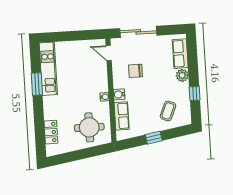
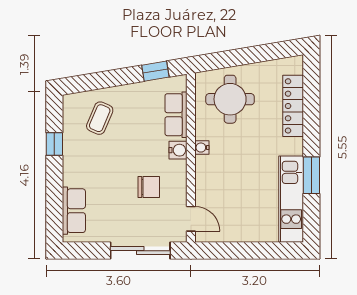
plant: (182, 75) -> (73, 175), removed
locker: (51, 132) -> (293, 106), width x1.53
window: (154, 138) -> (155, 71), moved

